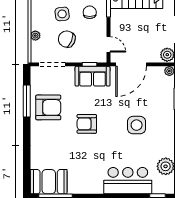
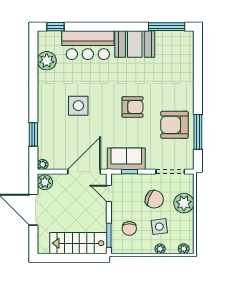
plant: (35, 36) -> (184, 203), width x1.88, depth x1.88
booth: (49, 182) -> (135, 44), moved

